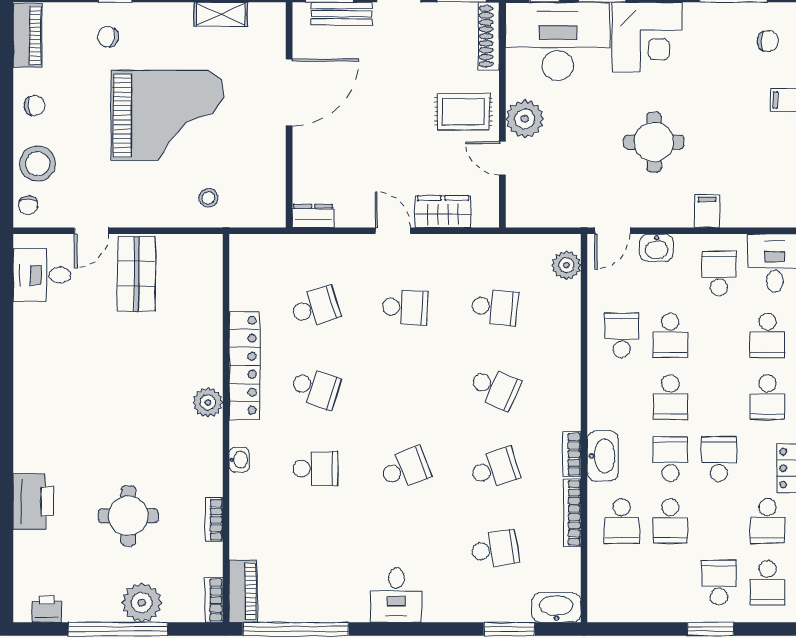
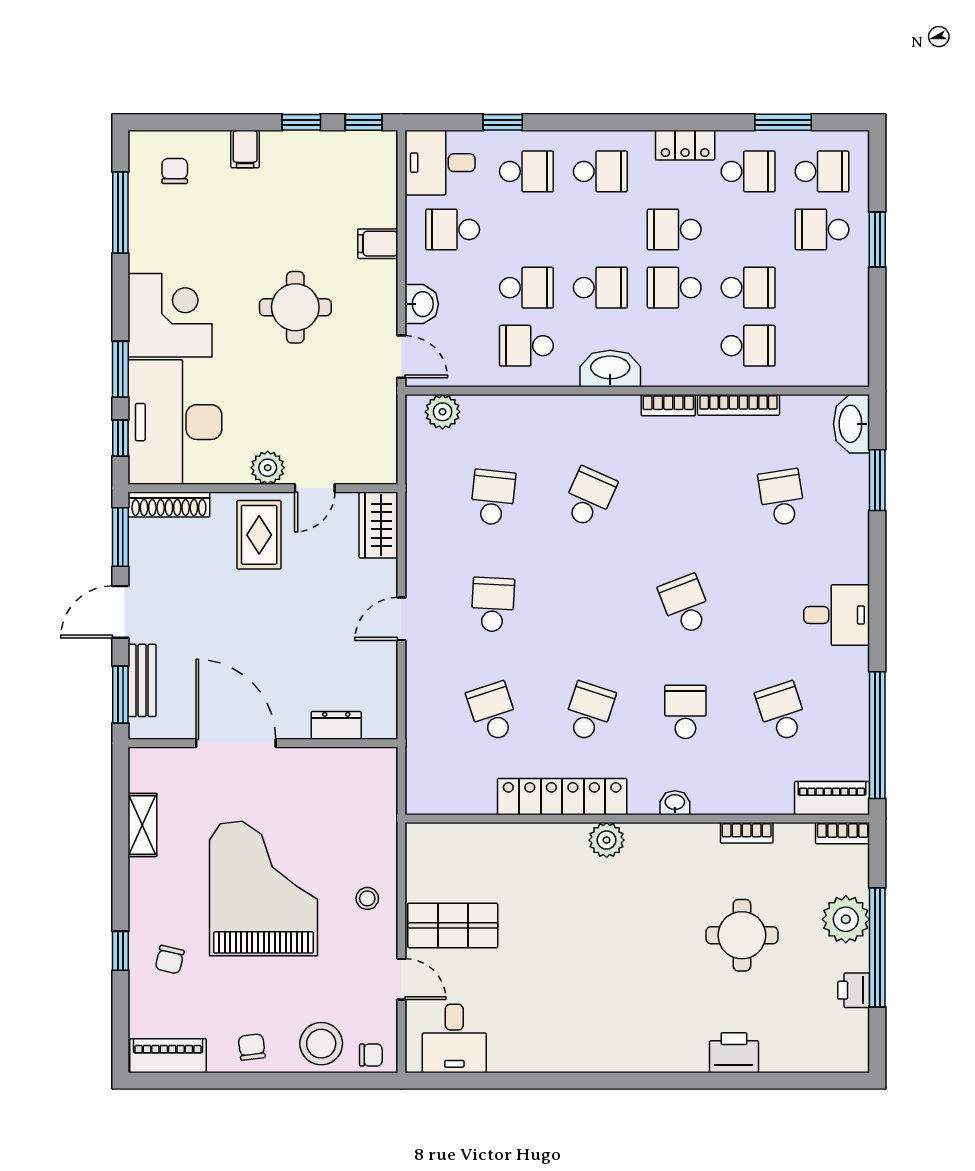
plant: (525, 119) -> (268, 468), width x0.73, depth x0.73
stool: (208, 198) -> (367, 898), moved
wardrobe: (443, 212) -> (378, 525), moved
dresser: (313, 216) -> (336, 725), moved, turned 90
washbasin: (603, 456) -> (610, 369), moved
school desk: (495, 468) -> (782, 712), moved
printer: (33, 502) -> (734, 1053), width x0.73, depth x0.84
printer: (47, 609) -> (854, 990), moved

